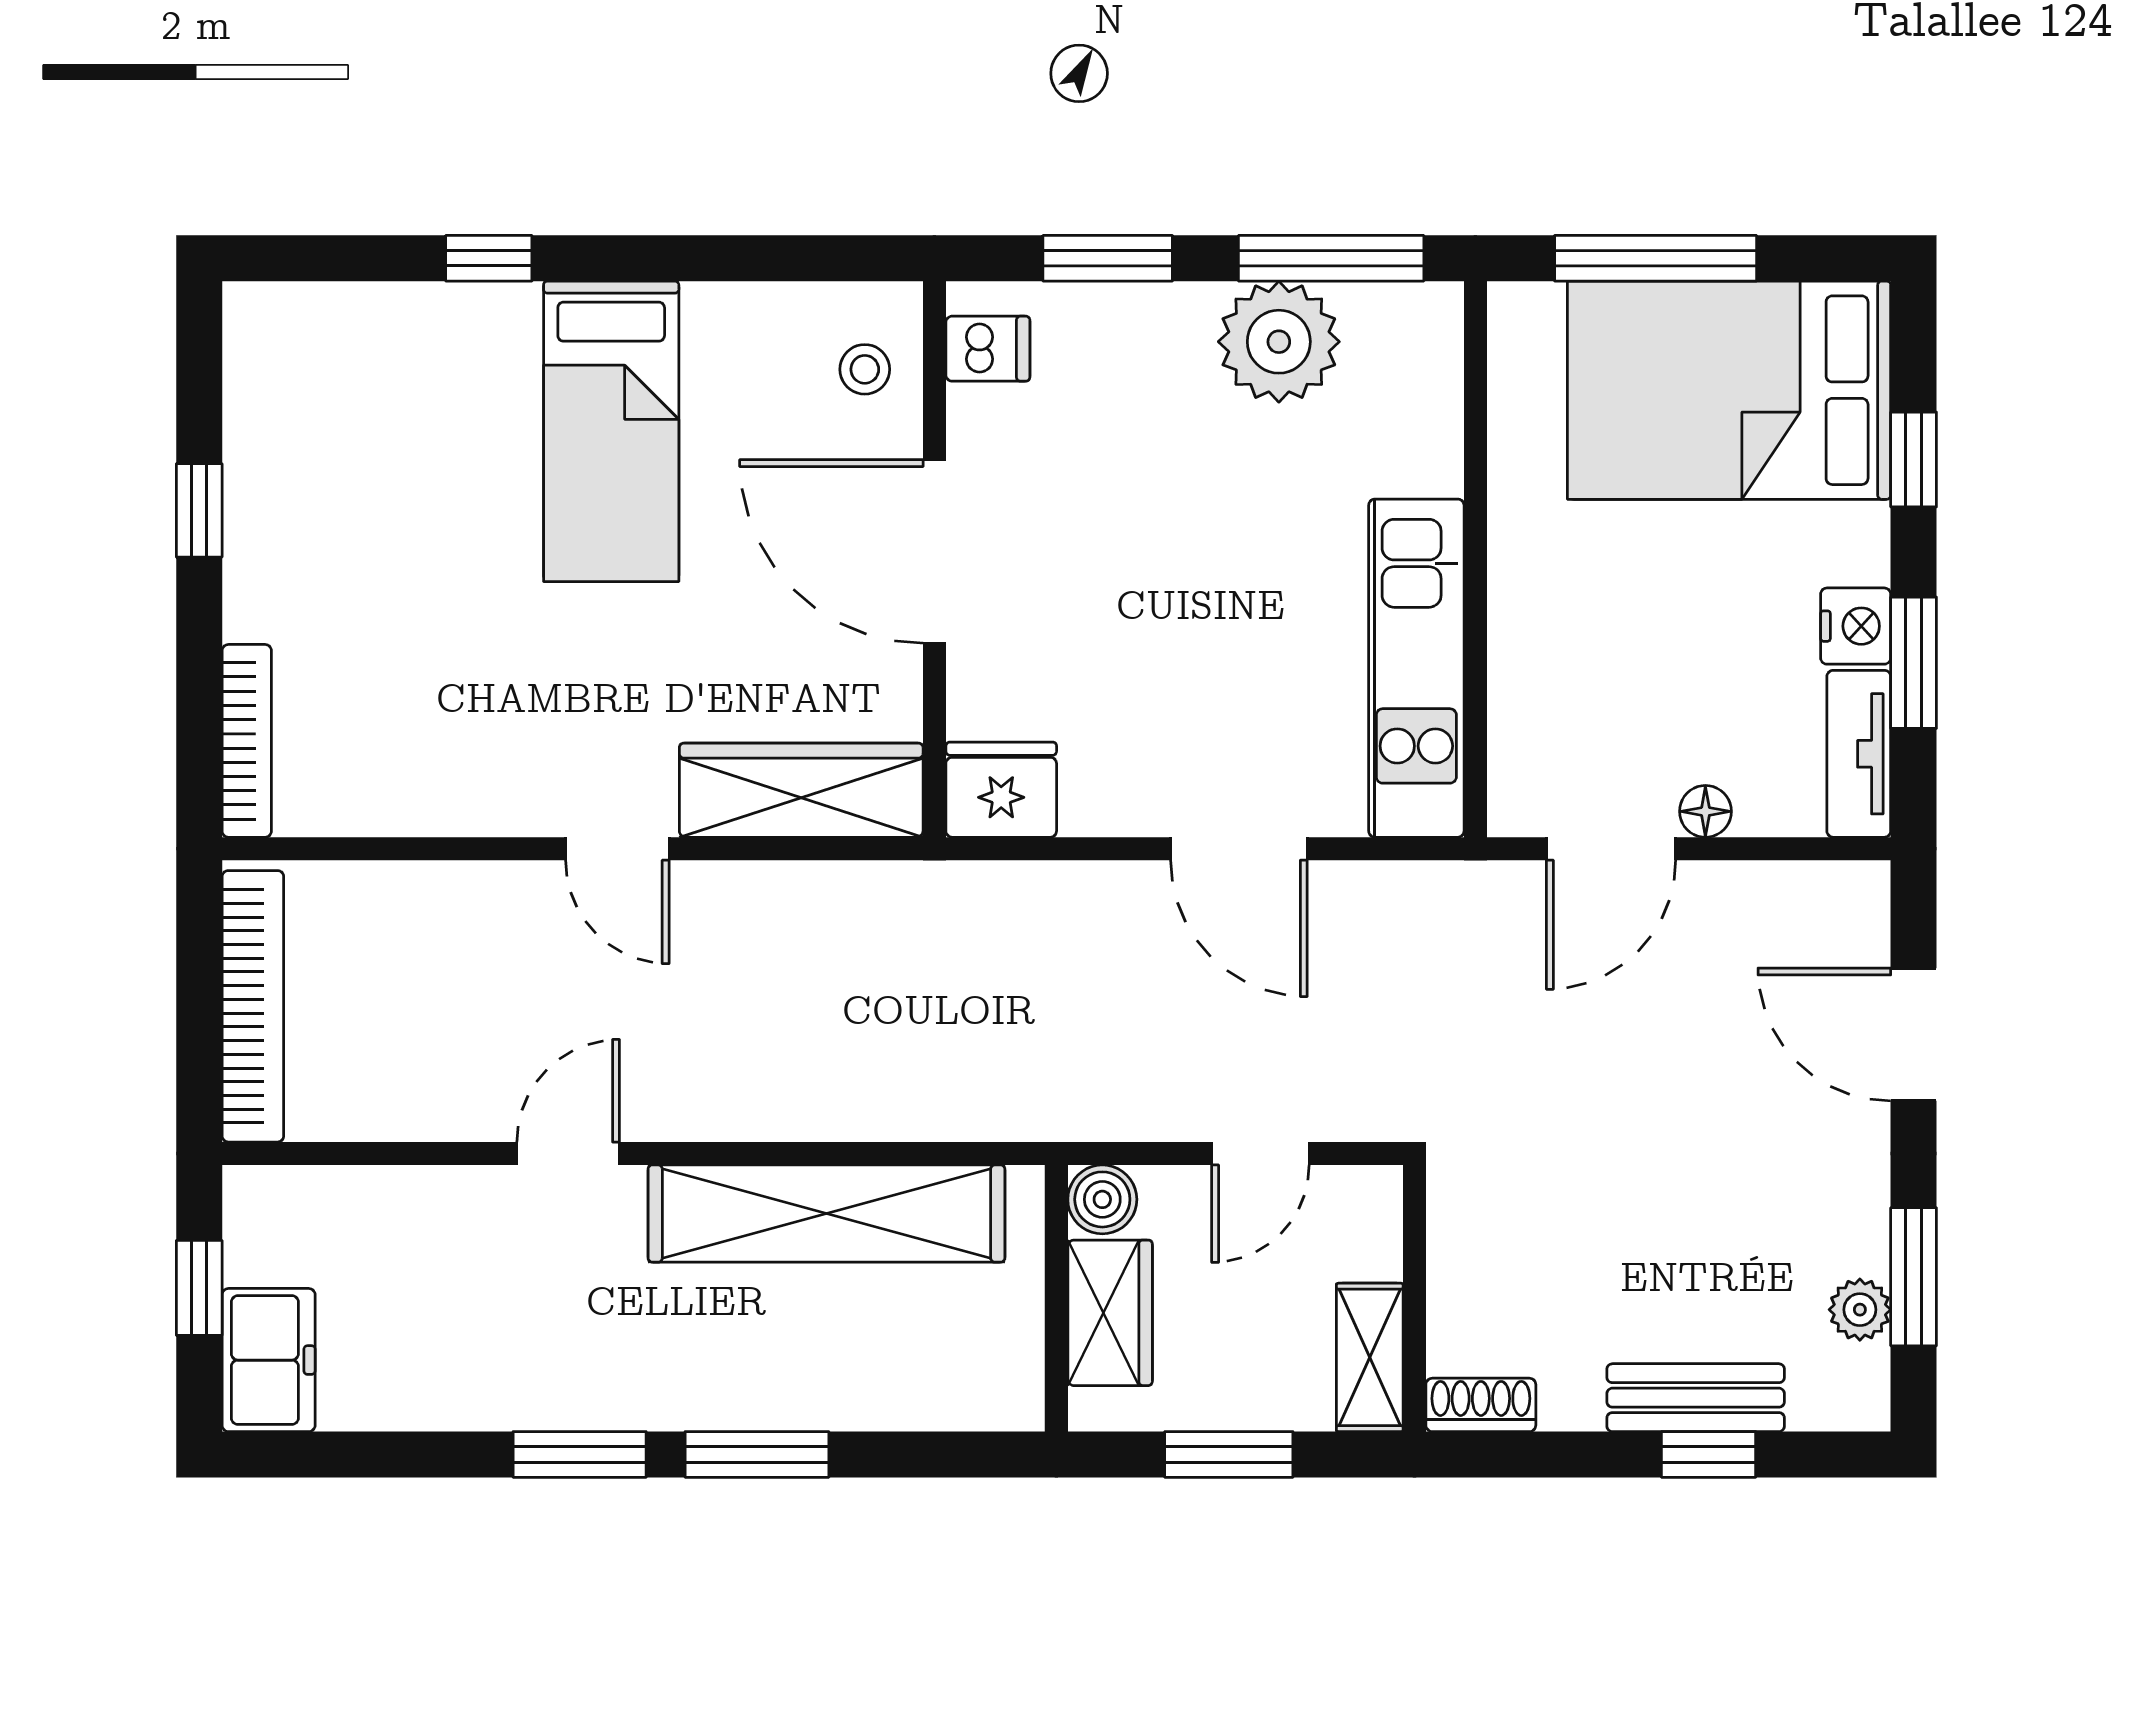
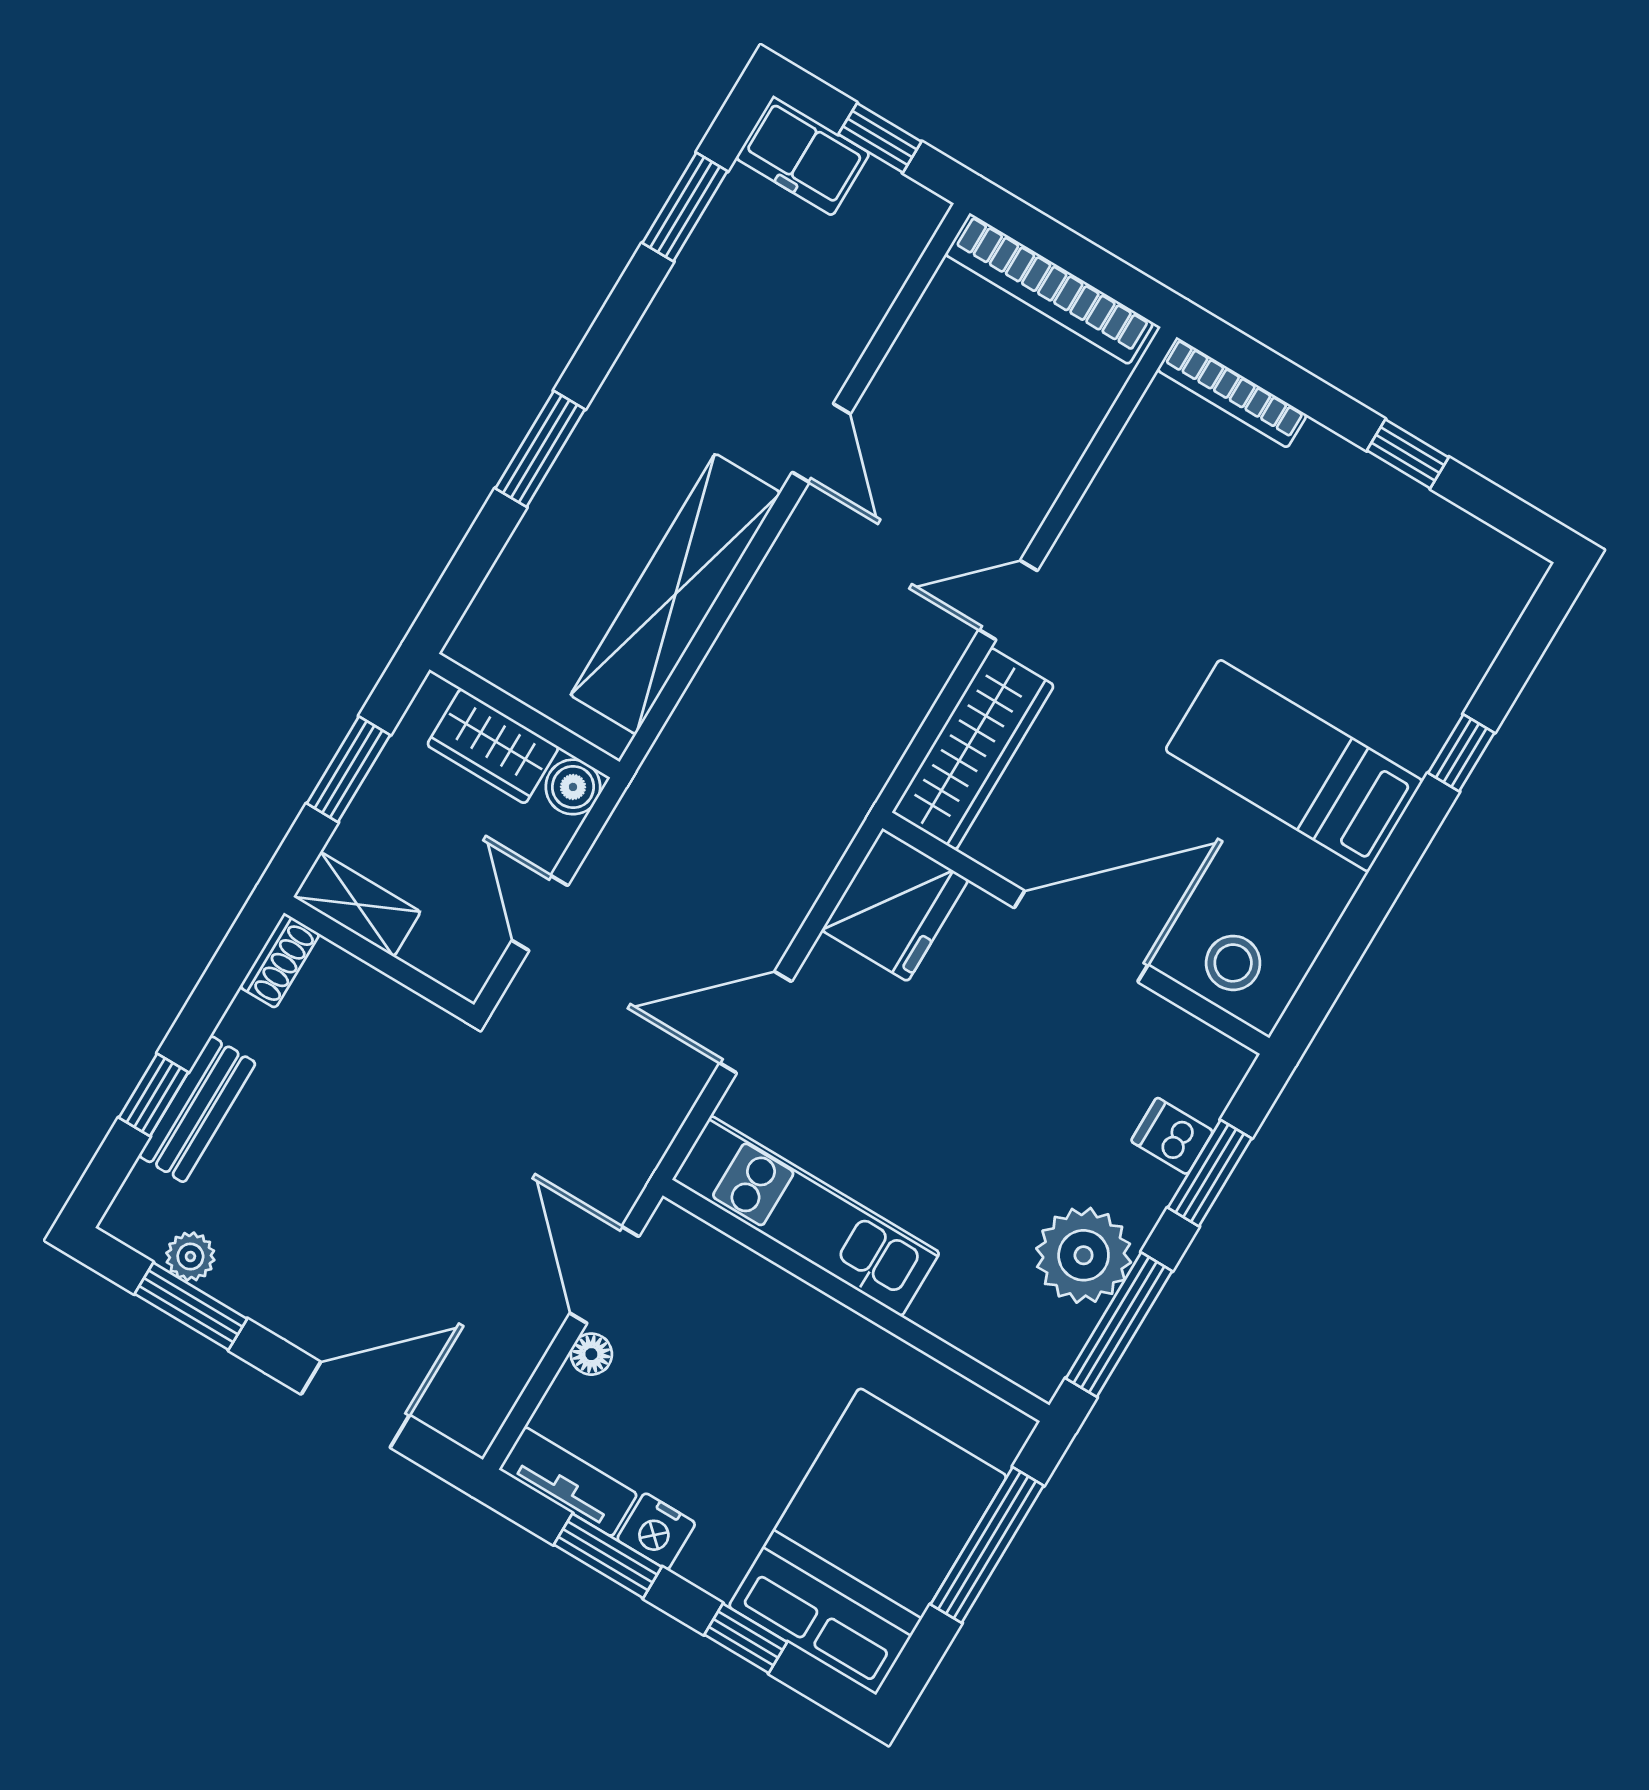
dishwasher: (988, 349) -> (1172, 1136), moved, turned 90
stool: (865, 369) -> (1233, 963), width x1.37, depth x1.37
fridge: (1001, 790) -> (895, 905), width x1.36, depth x1.34
window: (580, 1454) -> (685, 207), moved

